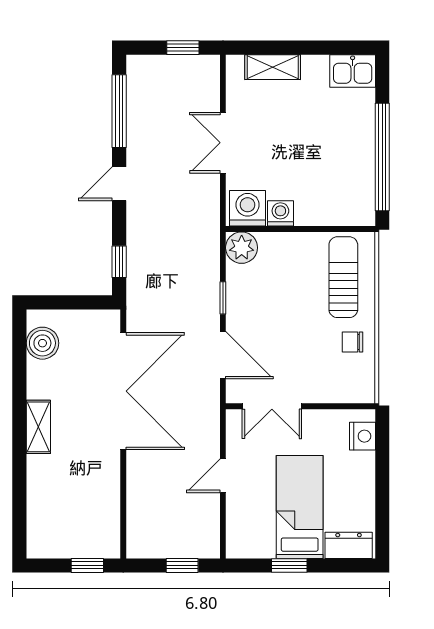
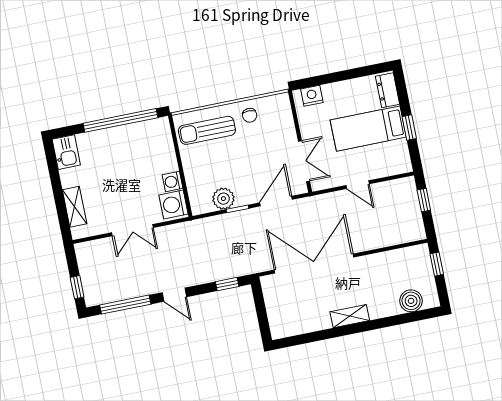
window: (183, 48) -> (77, 287), moved
plant: (242, 248) -> (223, 199), moved
boiler: (42, 343) -> (411, 301), moved

